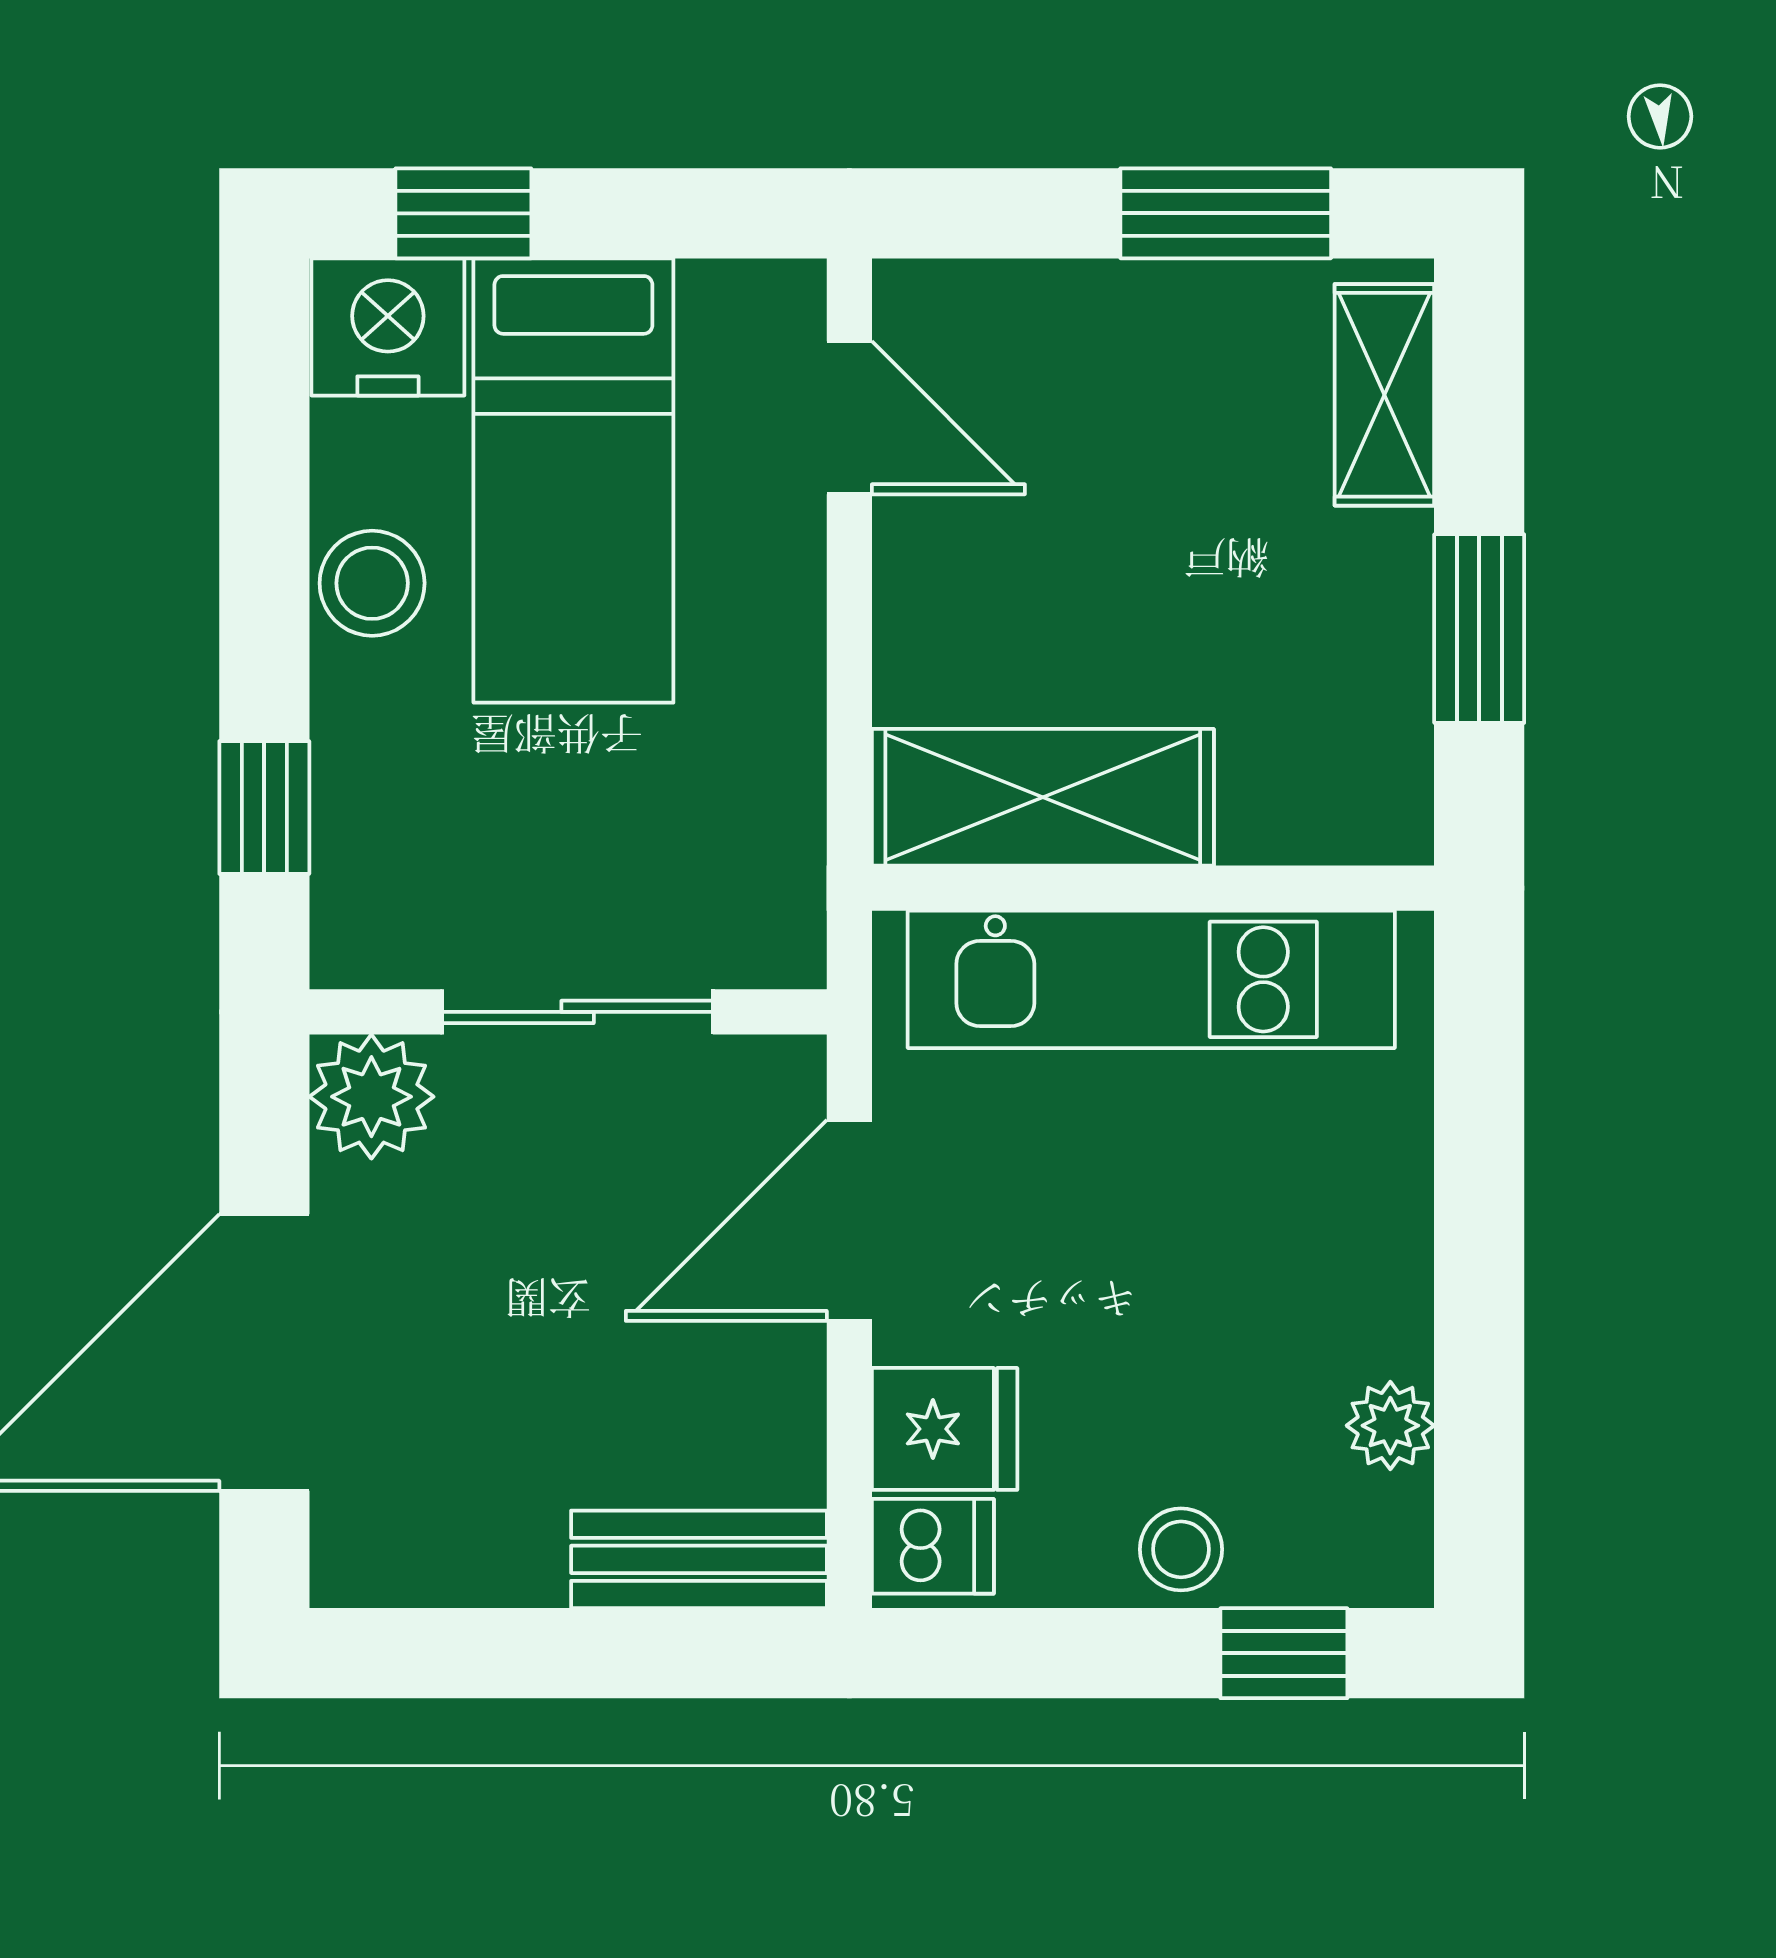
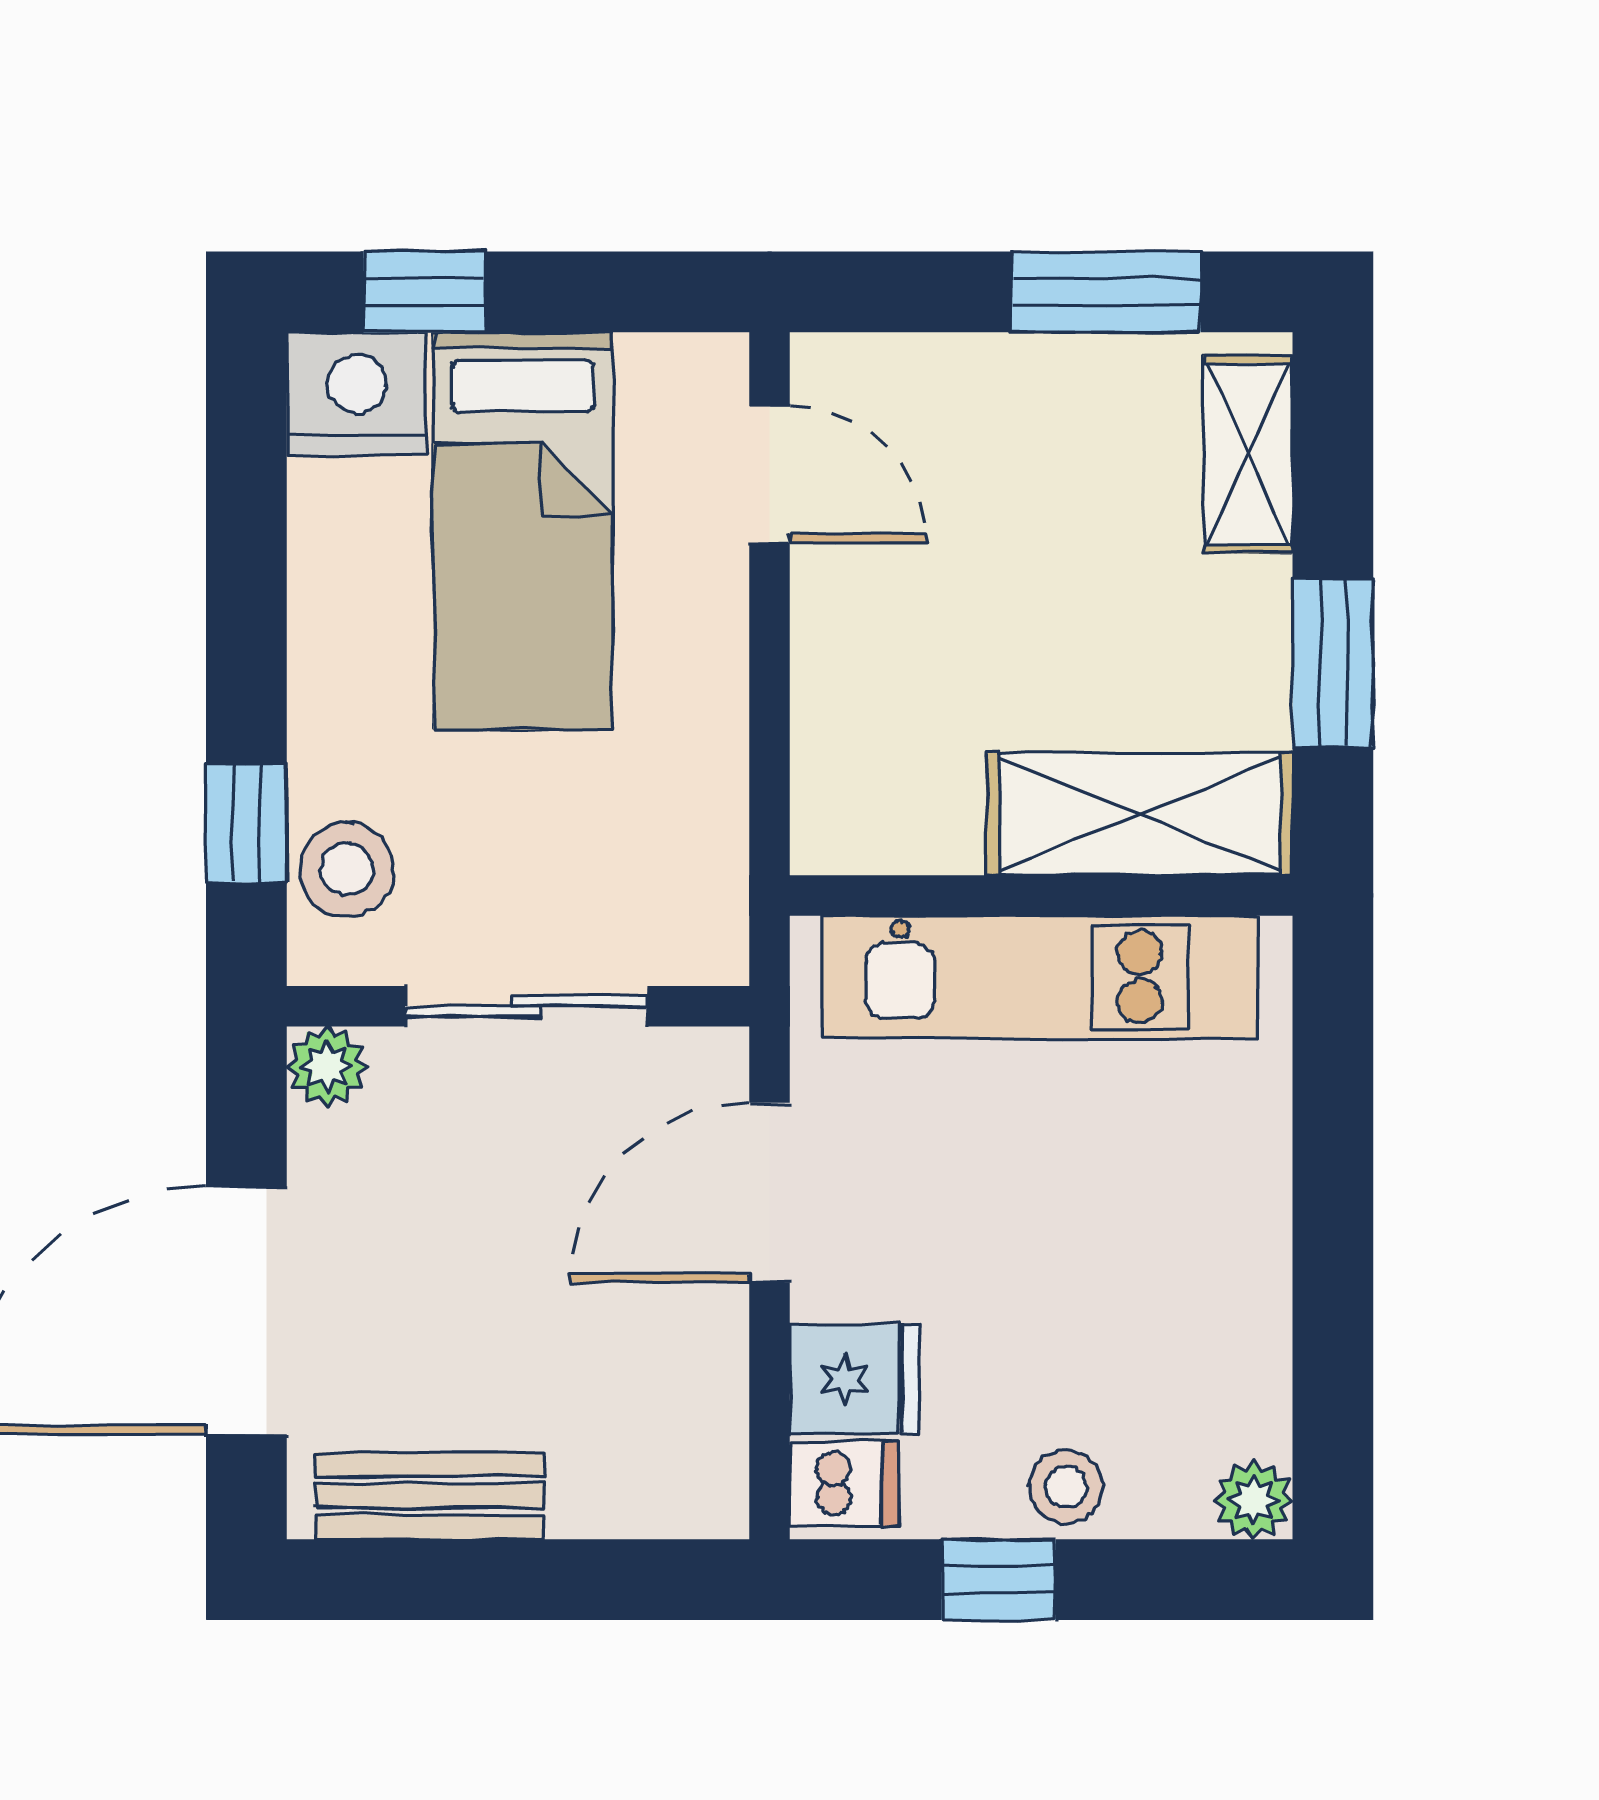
stool: (372, 583) -> (347, 869), moved
shelving: (1043, 797) -> (1140, 814), moved
plant: (371, 1097) -> (327, 1067), width x0.73, depth x0.73
plant: (1390, 1426) -> (1253, 1500), moved
bench: (699, 1559) -> (430, 1496), moved
window: (1284, 1653) -> (998, 1580), moved

